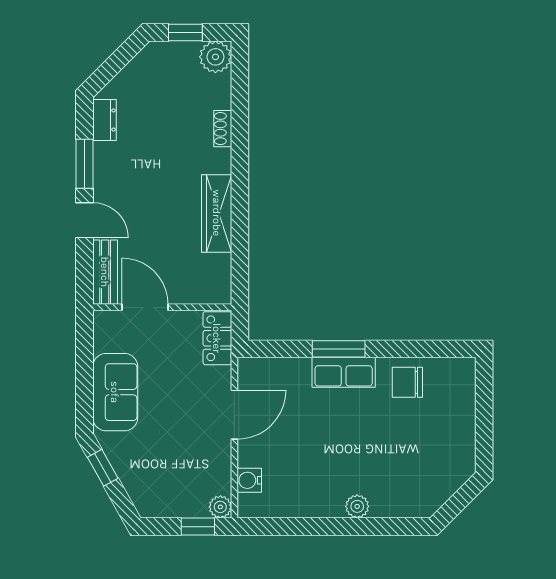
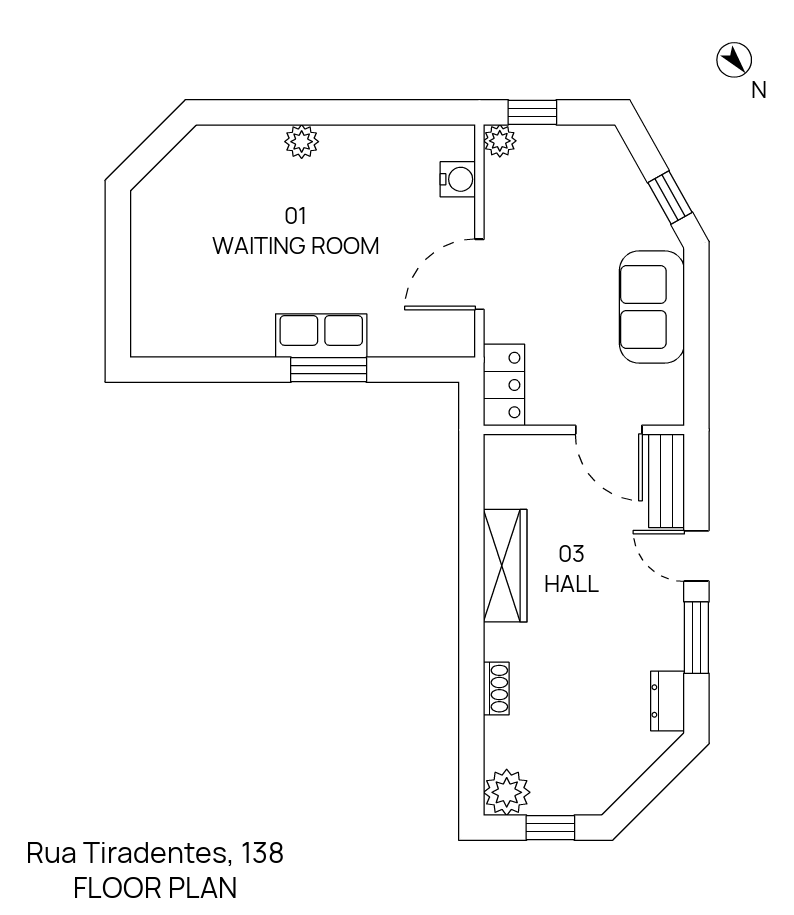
chair: (407, 382) -> (229, 321), removed

